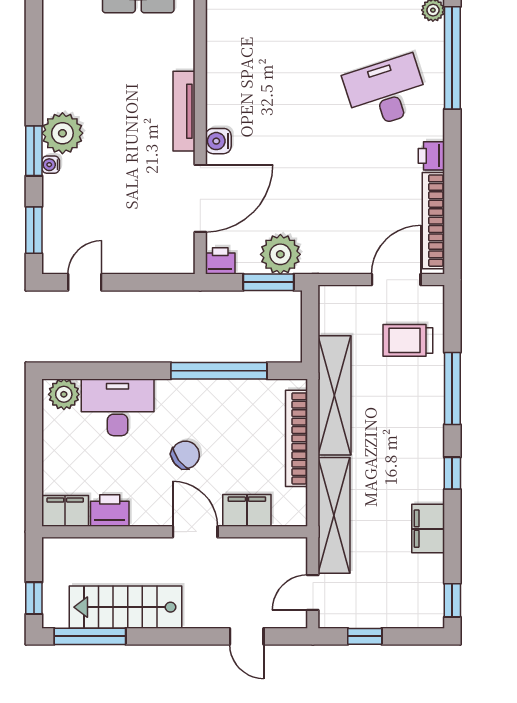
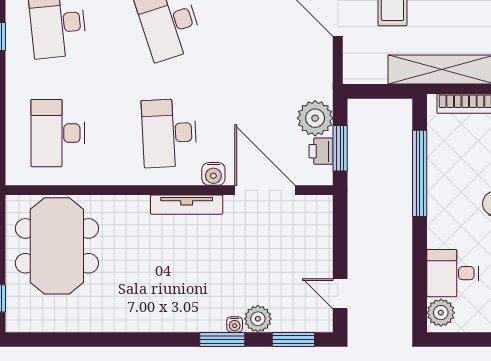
desk: (264, 92) -> (169, 133), added
plant: (62, 133) -> (258, 319), moved, width x0.73, depth x0.73
printer: (220, 261) -> (321, 151), moved
window: (269, 282) -> (340, 148), moved
desk: (118, 407) -> (452, 273), width x0.73

